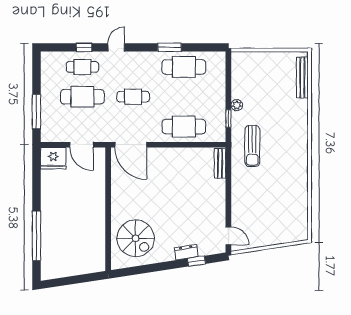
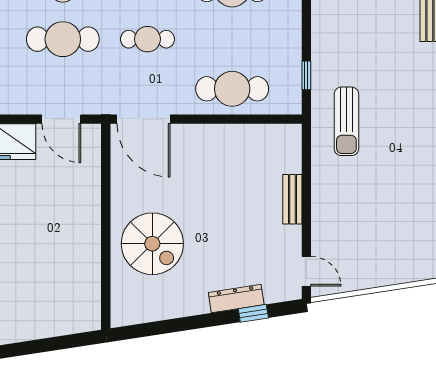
plant: (237, 105) -> (320, 53), removed
bench: (220, 163) -> (292, 199), moved
spiral stairs: (136, 238) -> (152, 244), moved
dresser: (186, 252) -> (236, 299), width x1.44

